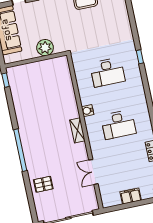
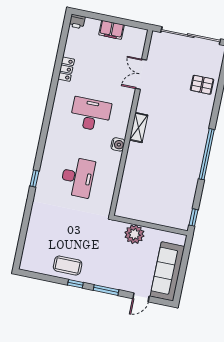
desk: (107, 72) -> (78, 177), turned 90
window: (20, 150) -> (207, 154), moved
double door: (93, 172) -> (141, 74), swing flipped

